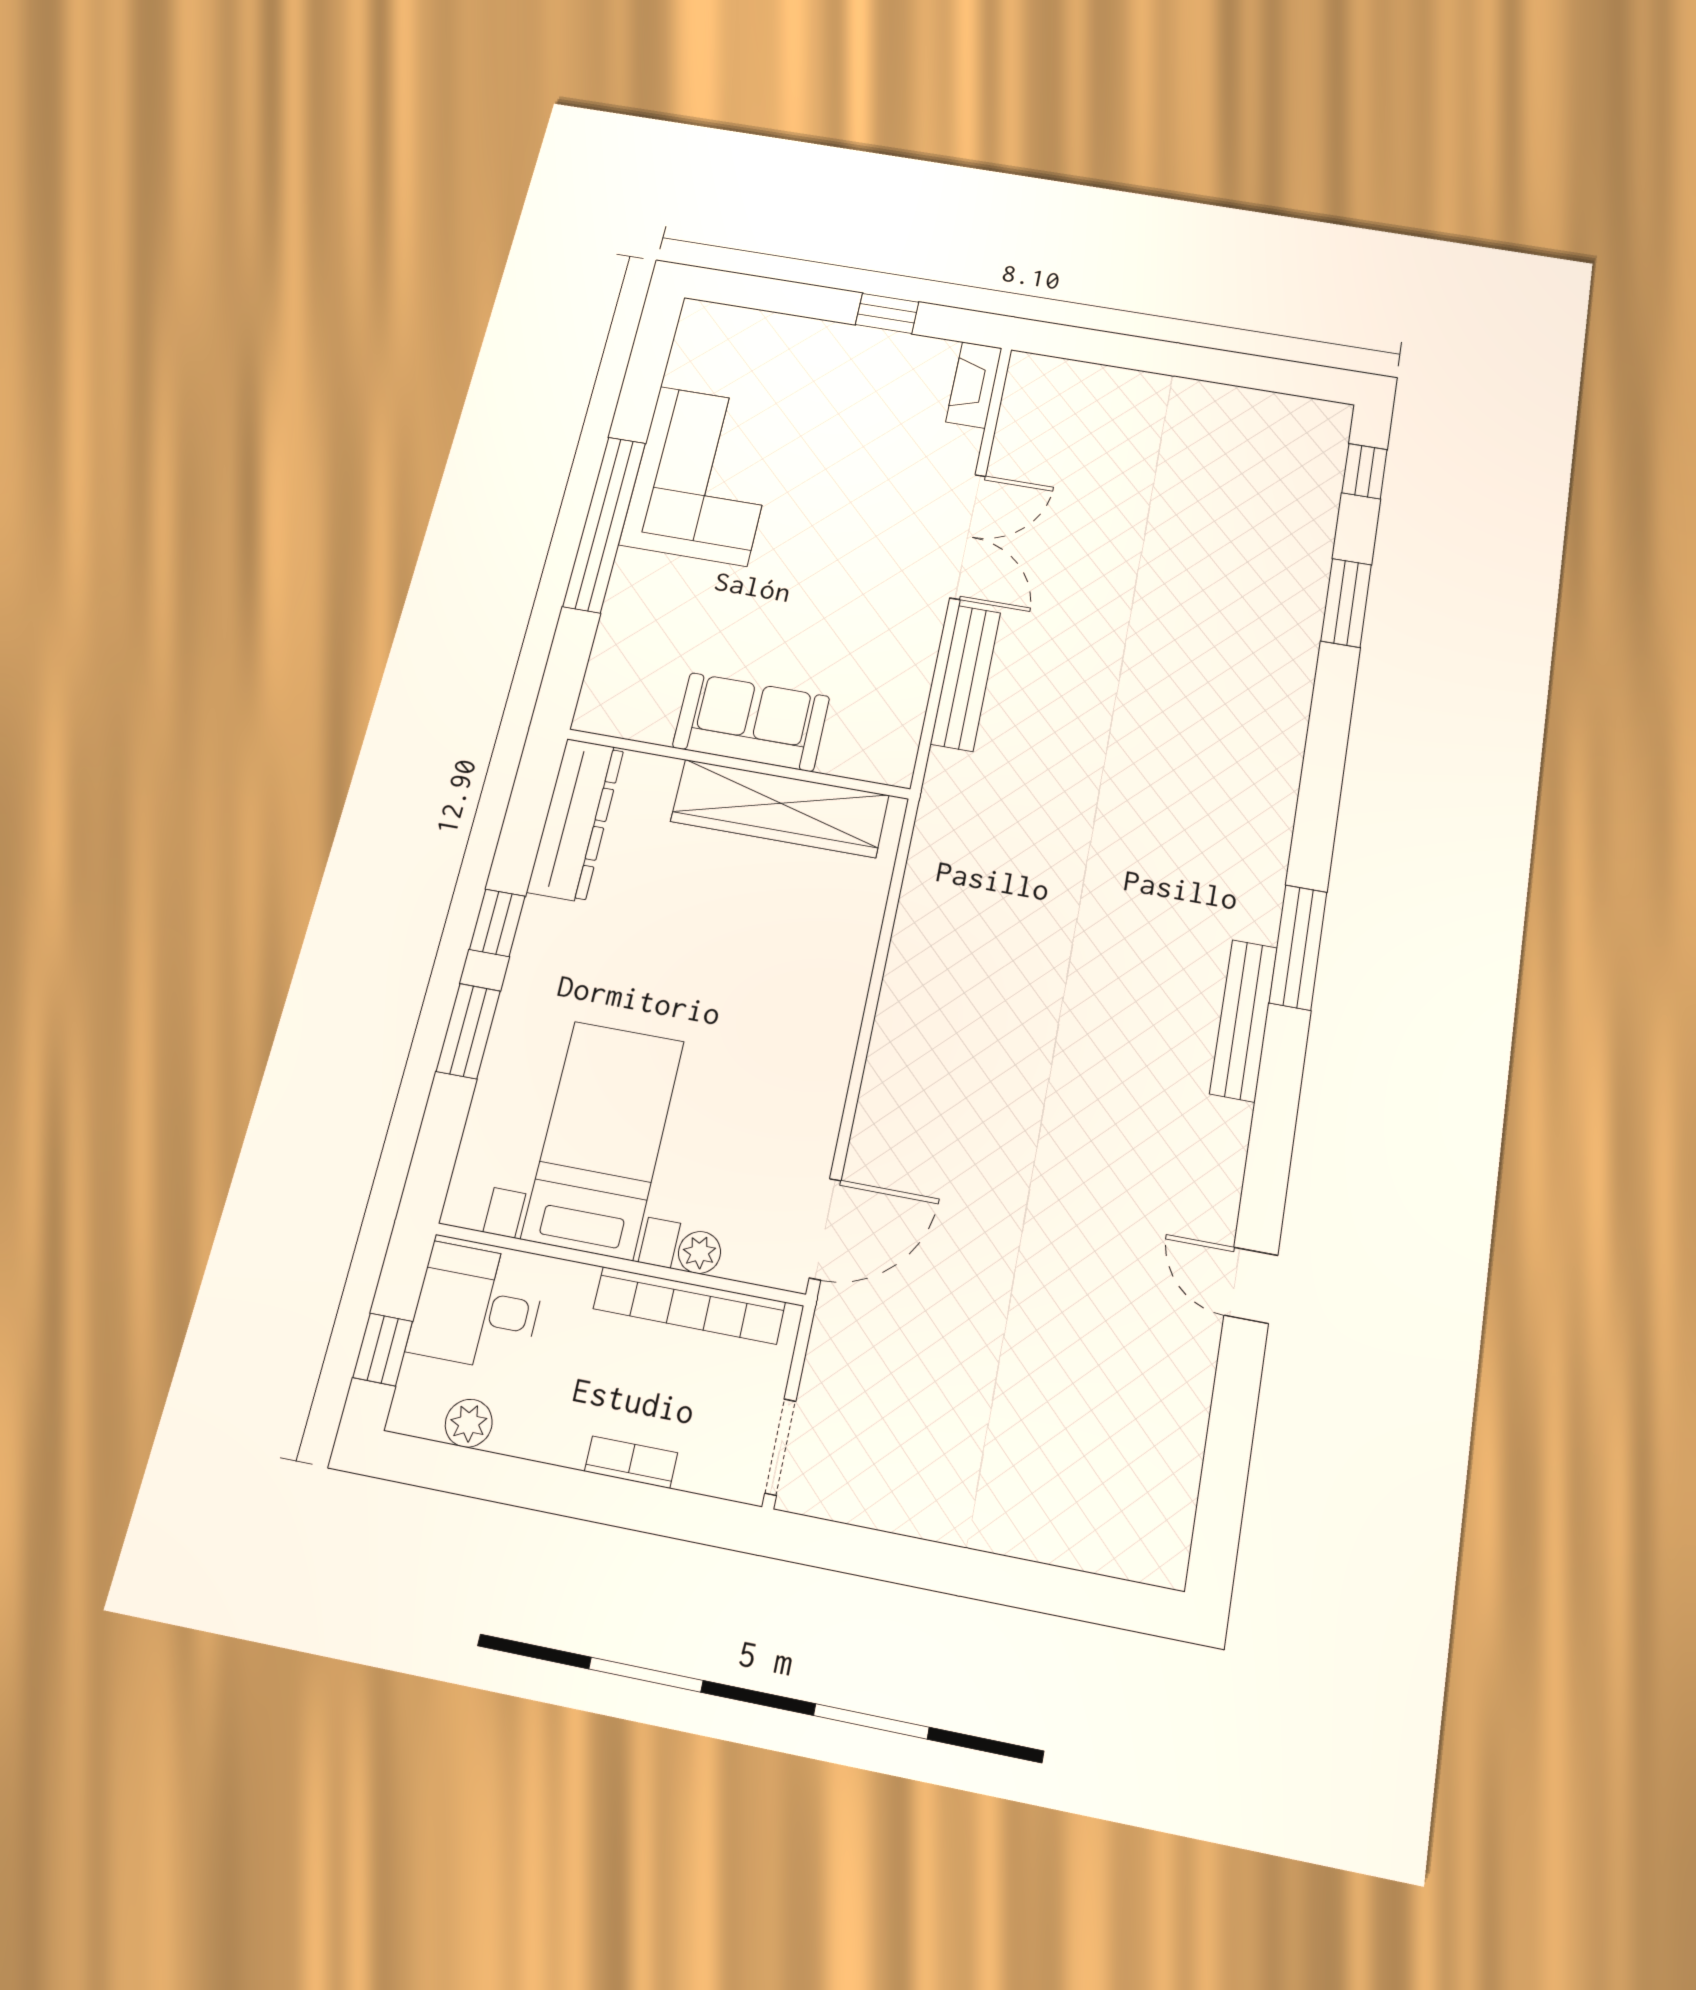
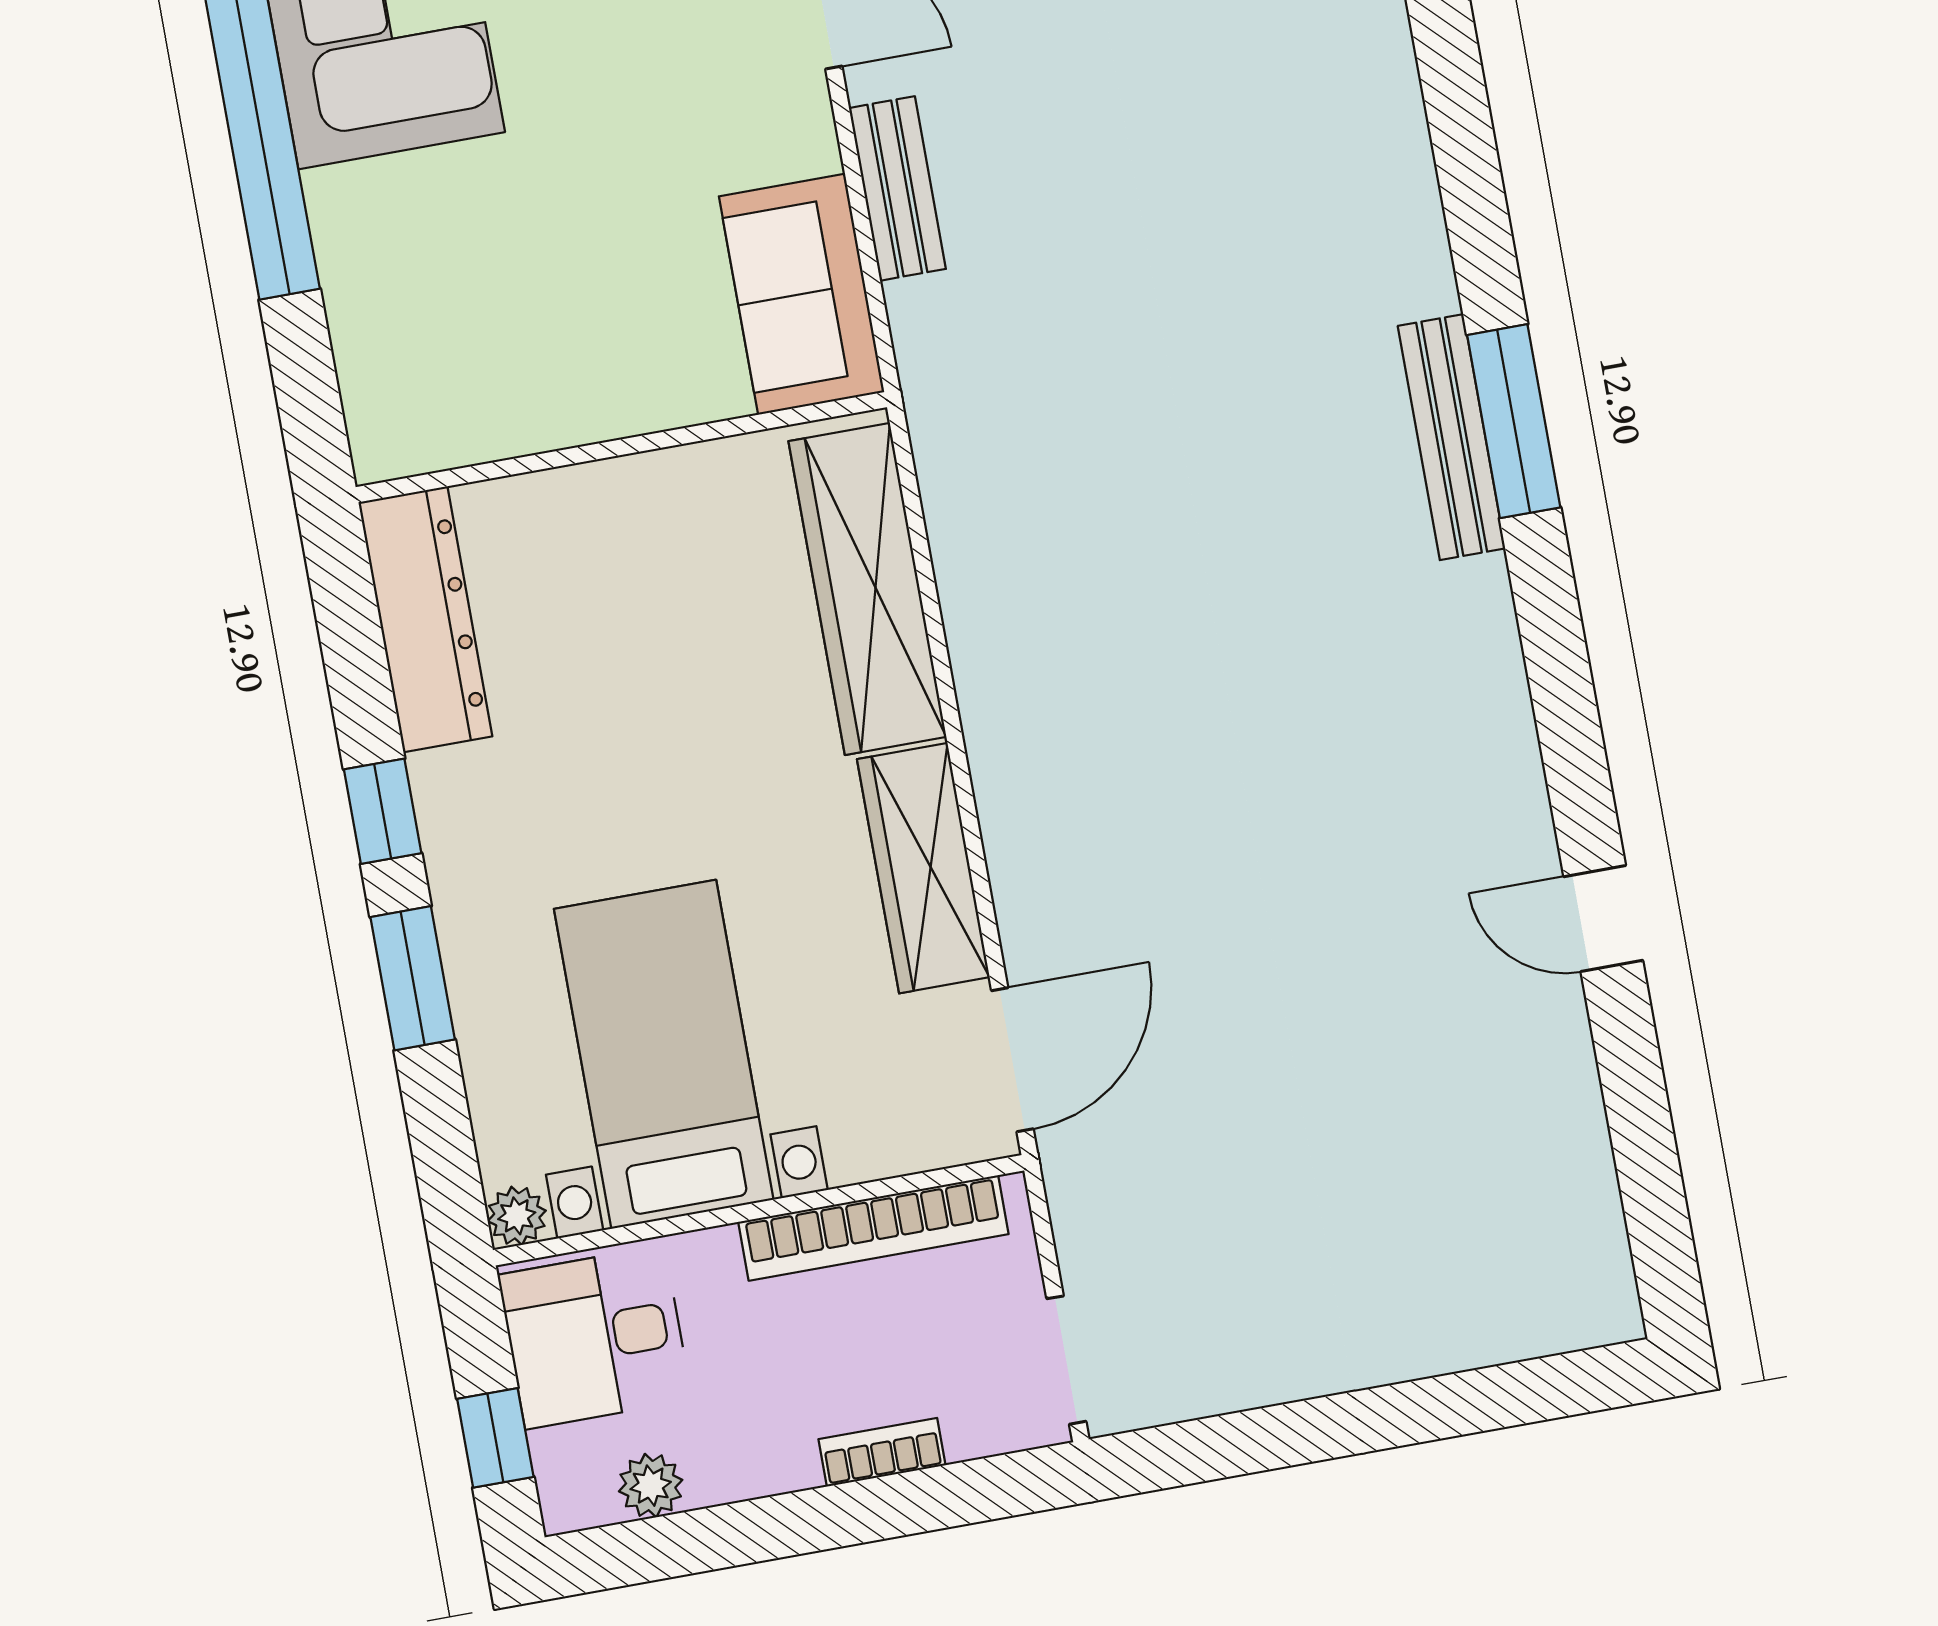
bench: (966, 678) -> (897, 188), width x0.73
sofa: (751, 722) -> (802, 294), moved, turned -90
wardrobe: (780, 808) -> (867, 589), moved, turned 90
bench: (1244, 1020) -> (1452, 437), moved
wardrobe: (818, 1084) -> (923, 868), added
plant: (699, 1252) -> (517, 1216), moved

